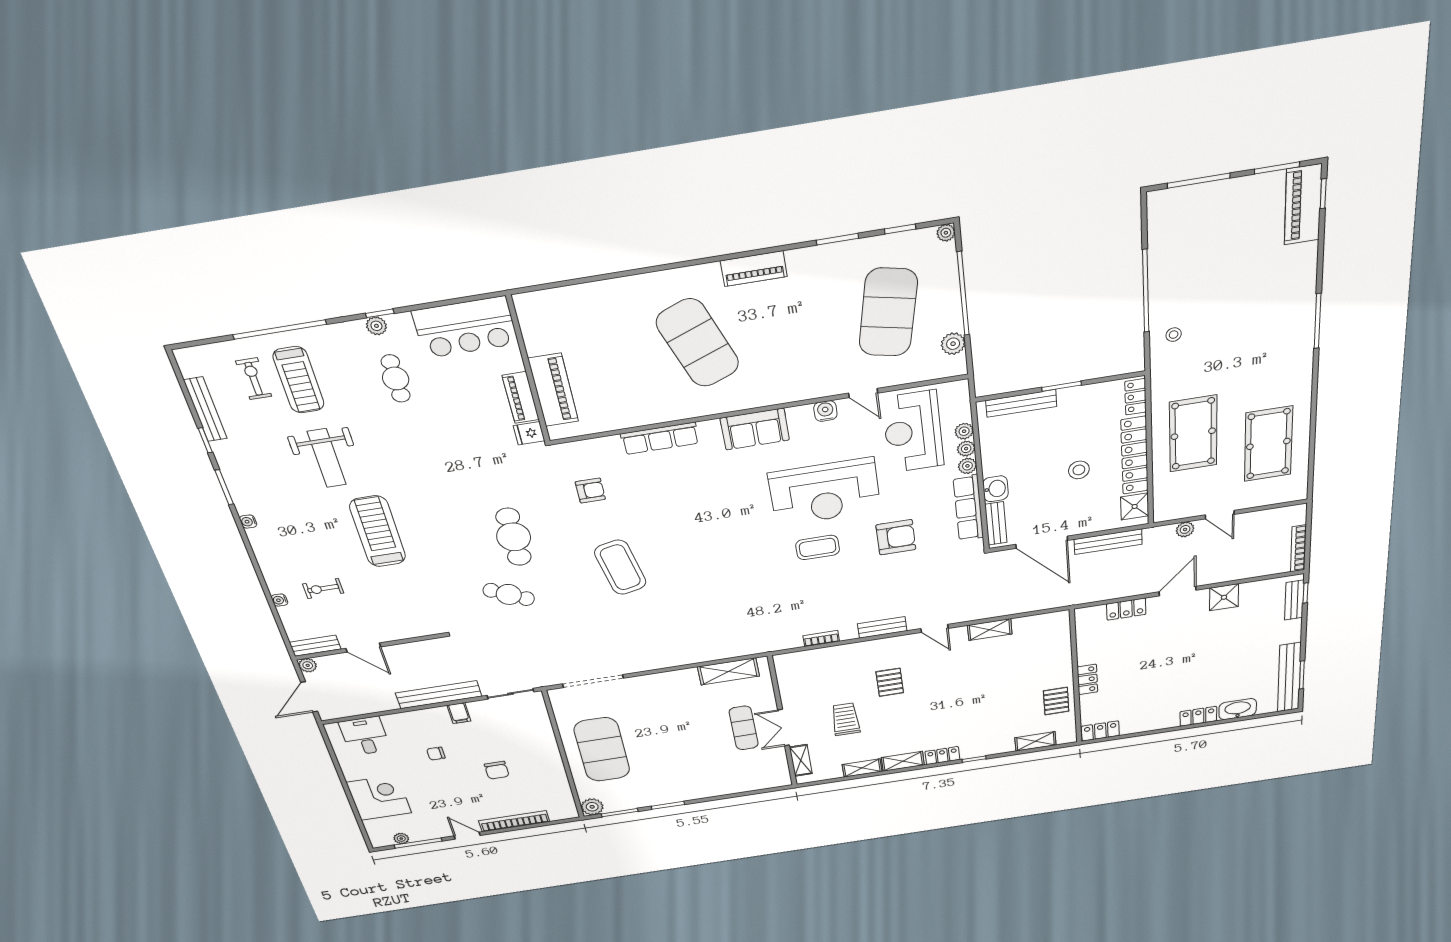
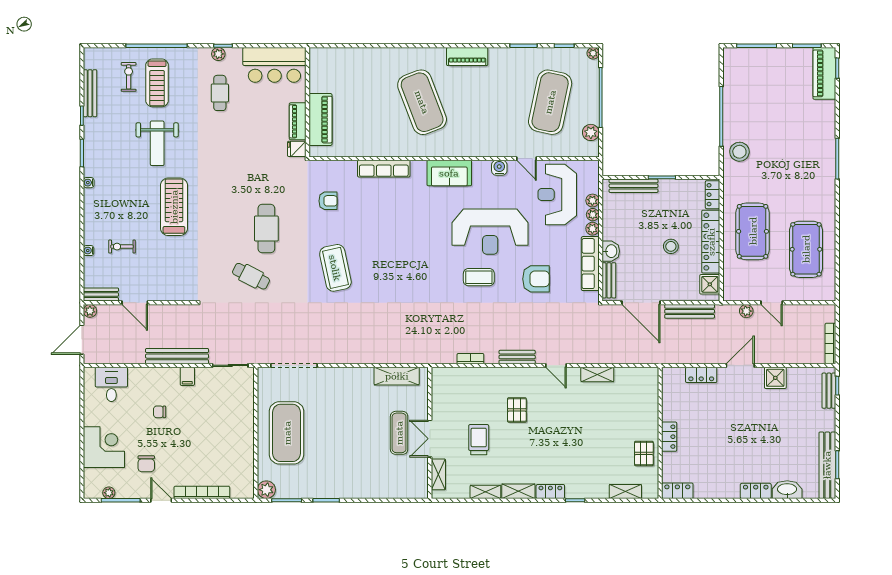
stool: (1174, 335) -> (739, 152), width x1.89, depth x1.89
chair: (497, 770) -> (146, 464), moved

